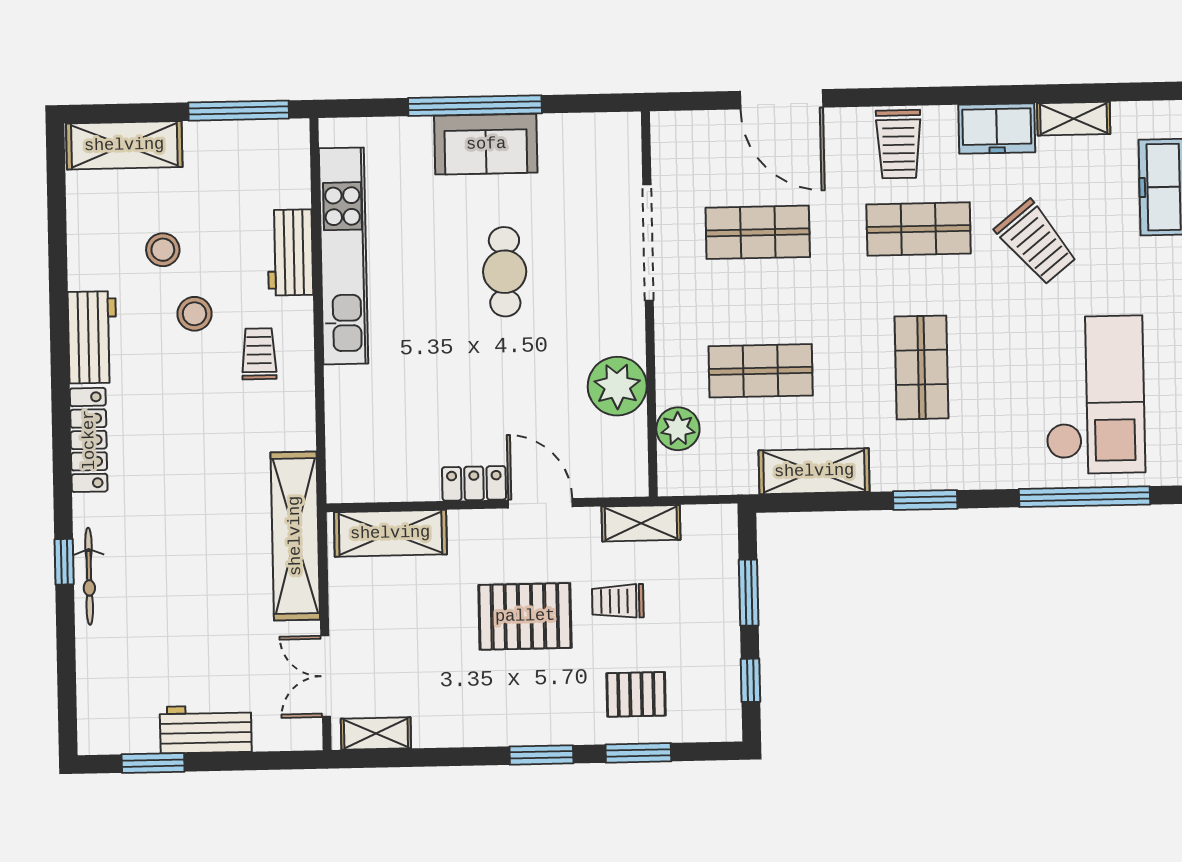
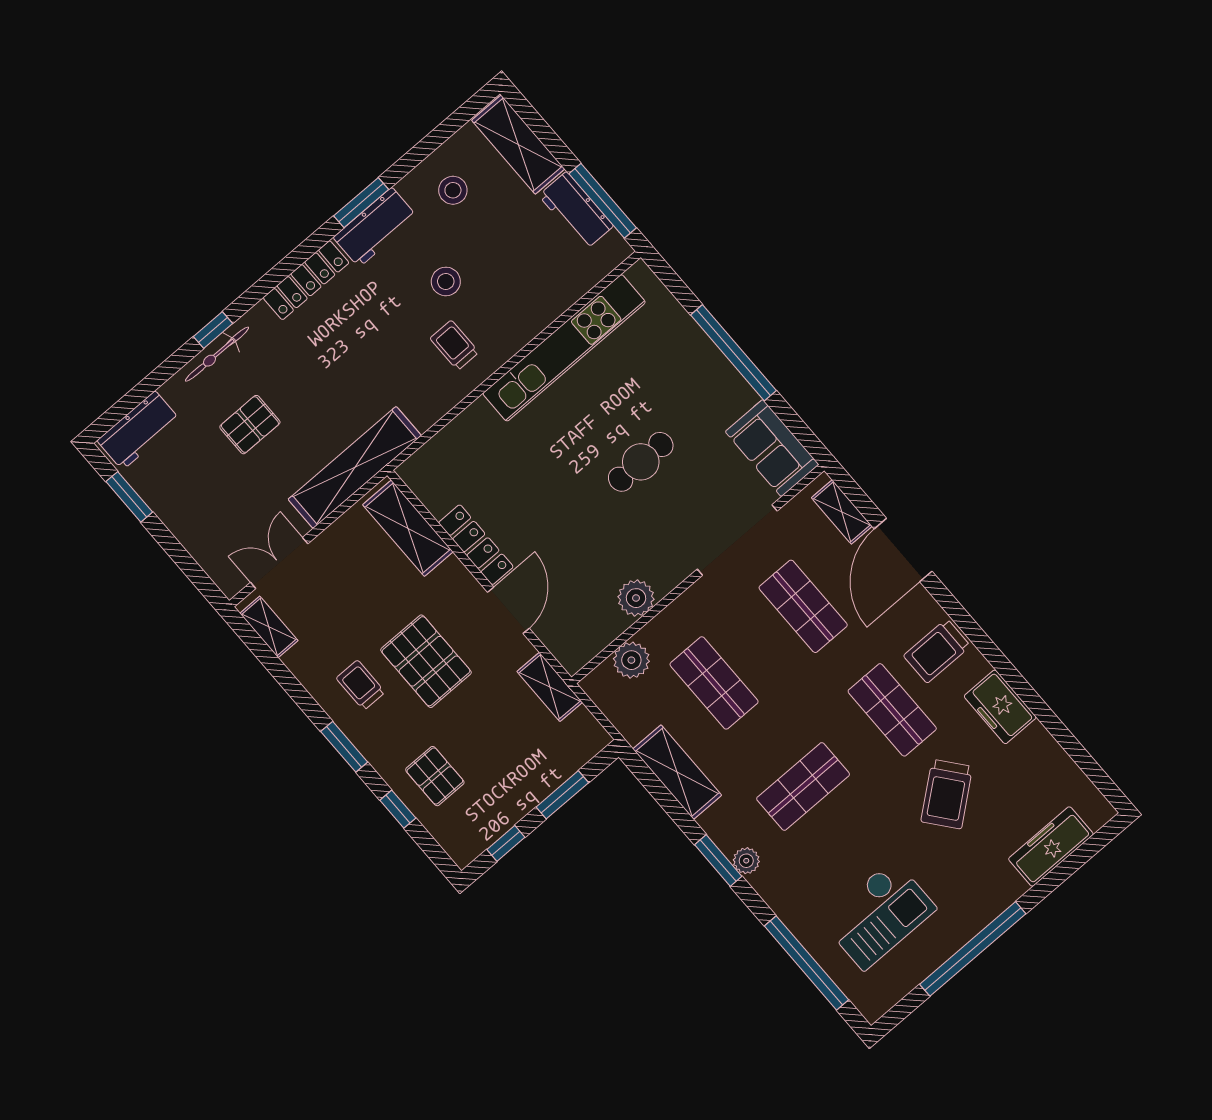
shelving: (1074, 119) -> (842, 512), moved
sofa: (486, 144) -> (772, 448), moved
stool: (163, 250) -> (453, 190), moved
workbench: (290, 252) -> (576, 211), moved, turned -90
window: (59, 332) -> (361, 203), added
trolley: (259, 354) -> (454, 345), turned -90
plant: (617, 386) -> (636, 598), width x0.73, depth x0.73
checkout: (1095, 395) -> (879, 915), width x0.73, depth x0.83
plant: (946, 475) -> (746, 861), added
locker: (474, 483) -> (476, 545), width x1.53
pallet: (178, 599) -> (250, 425), added
trolley: (618, 601) -> (361, 685), moved
workbench: (206, 729) -> (139, 430), moved, turned 90
window: (638, 753) -> (398, 809), width x0.67

